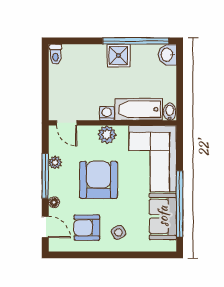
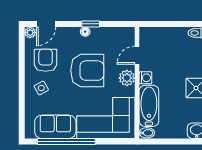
door: (67, 123) -> (137, 55), moved
plant: (55, 162) -> (30, 33), moved
window: (45, 176) -> (91, 24), width x0.46
floor lamp: (54, 202) -> (85, 32), moved

